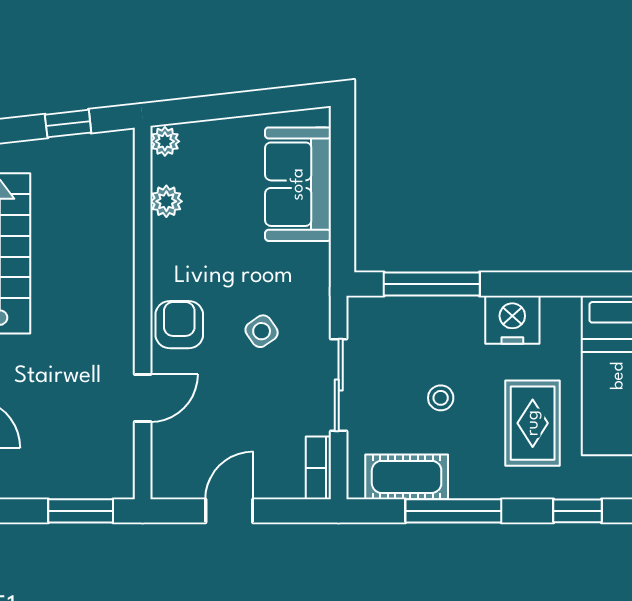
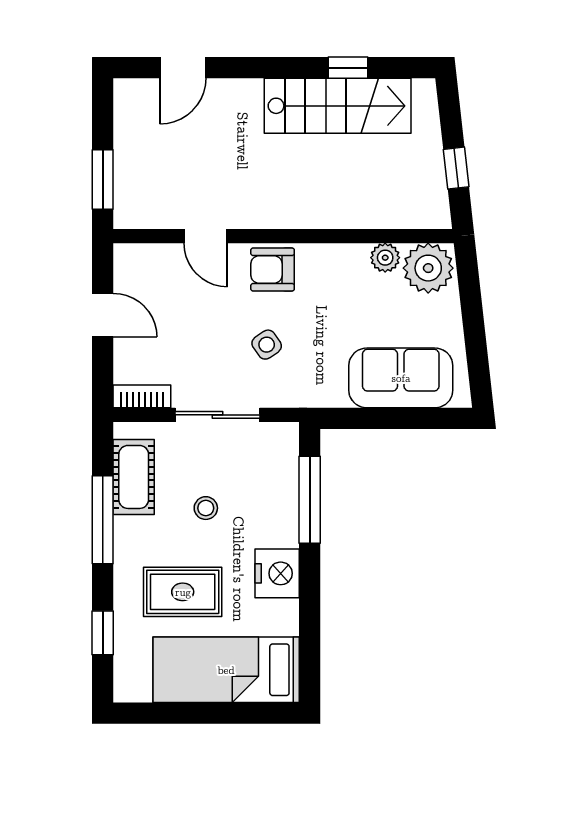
plant: (165, 141) -> (428, 268), width x1.87, depth x1.87
armchair: (179, 325) -> (273, 270), turned 180

